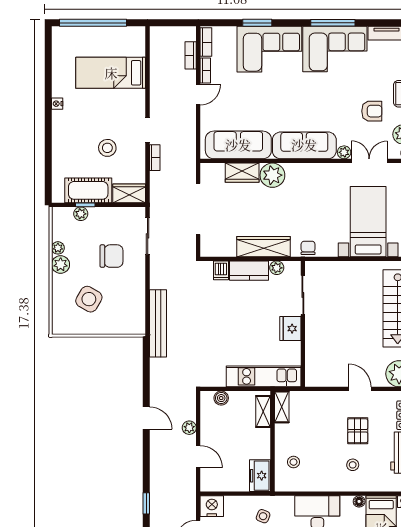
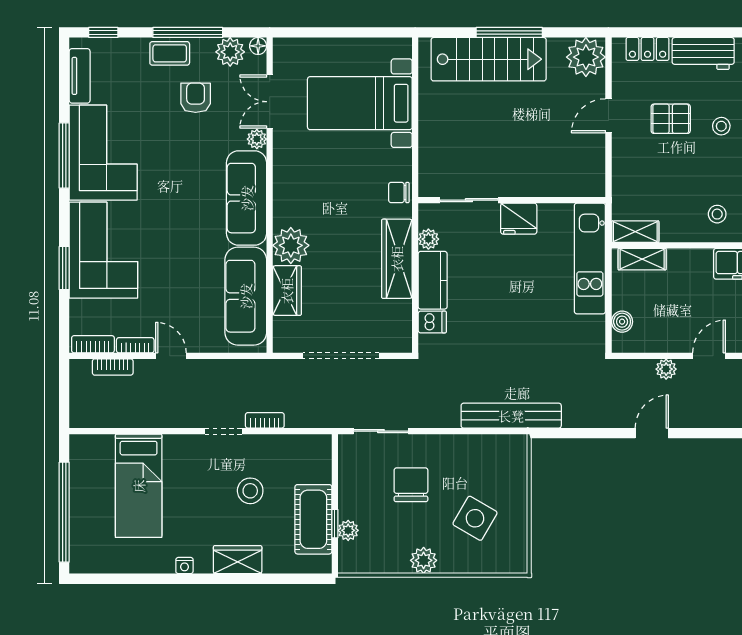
wardrobe: (129, 193) -> (238, 560), moved, turned 90
plant: (58, 248) -> (399, 564), removed

